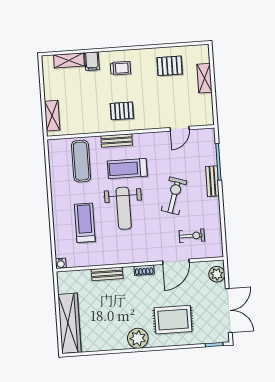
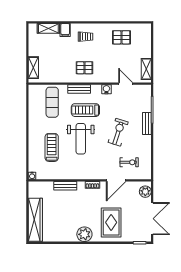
shelving: (205, 78) -> (146, 69), moved
door: (180, 129) -> (126, 84), swing flipped
water cooler: (154, 138) -> (106, 89), added
rug: (173, 320) -> (111, 222), turned 90

